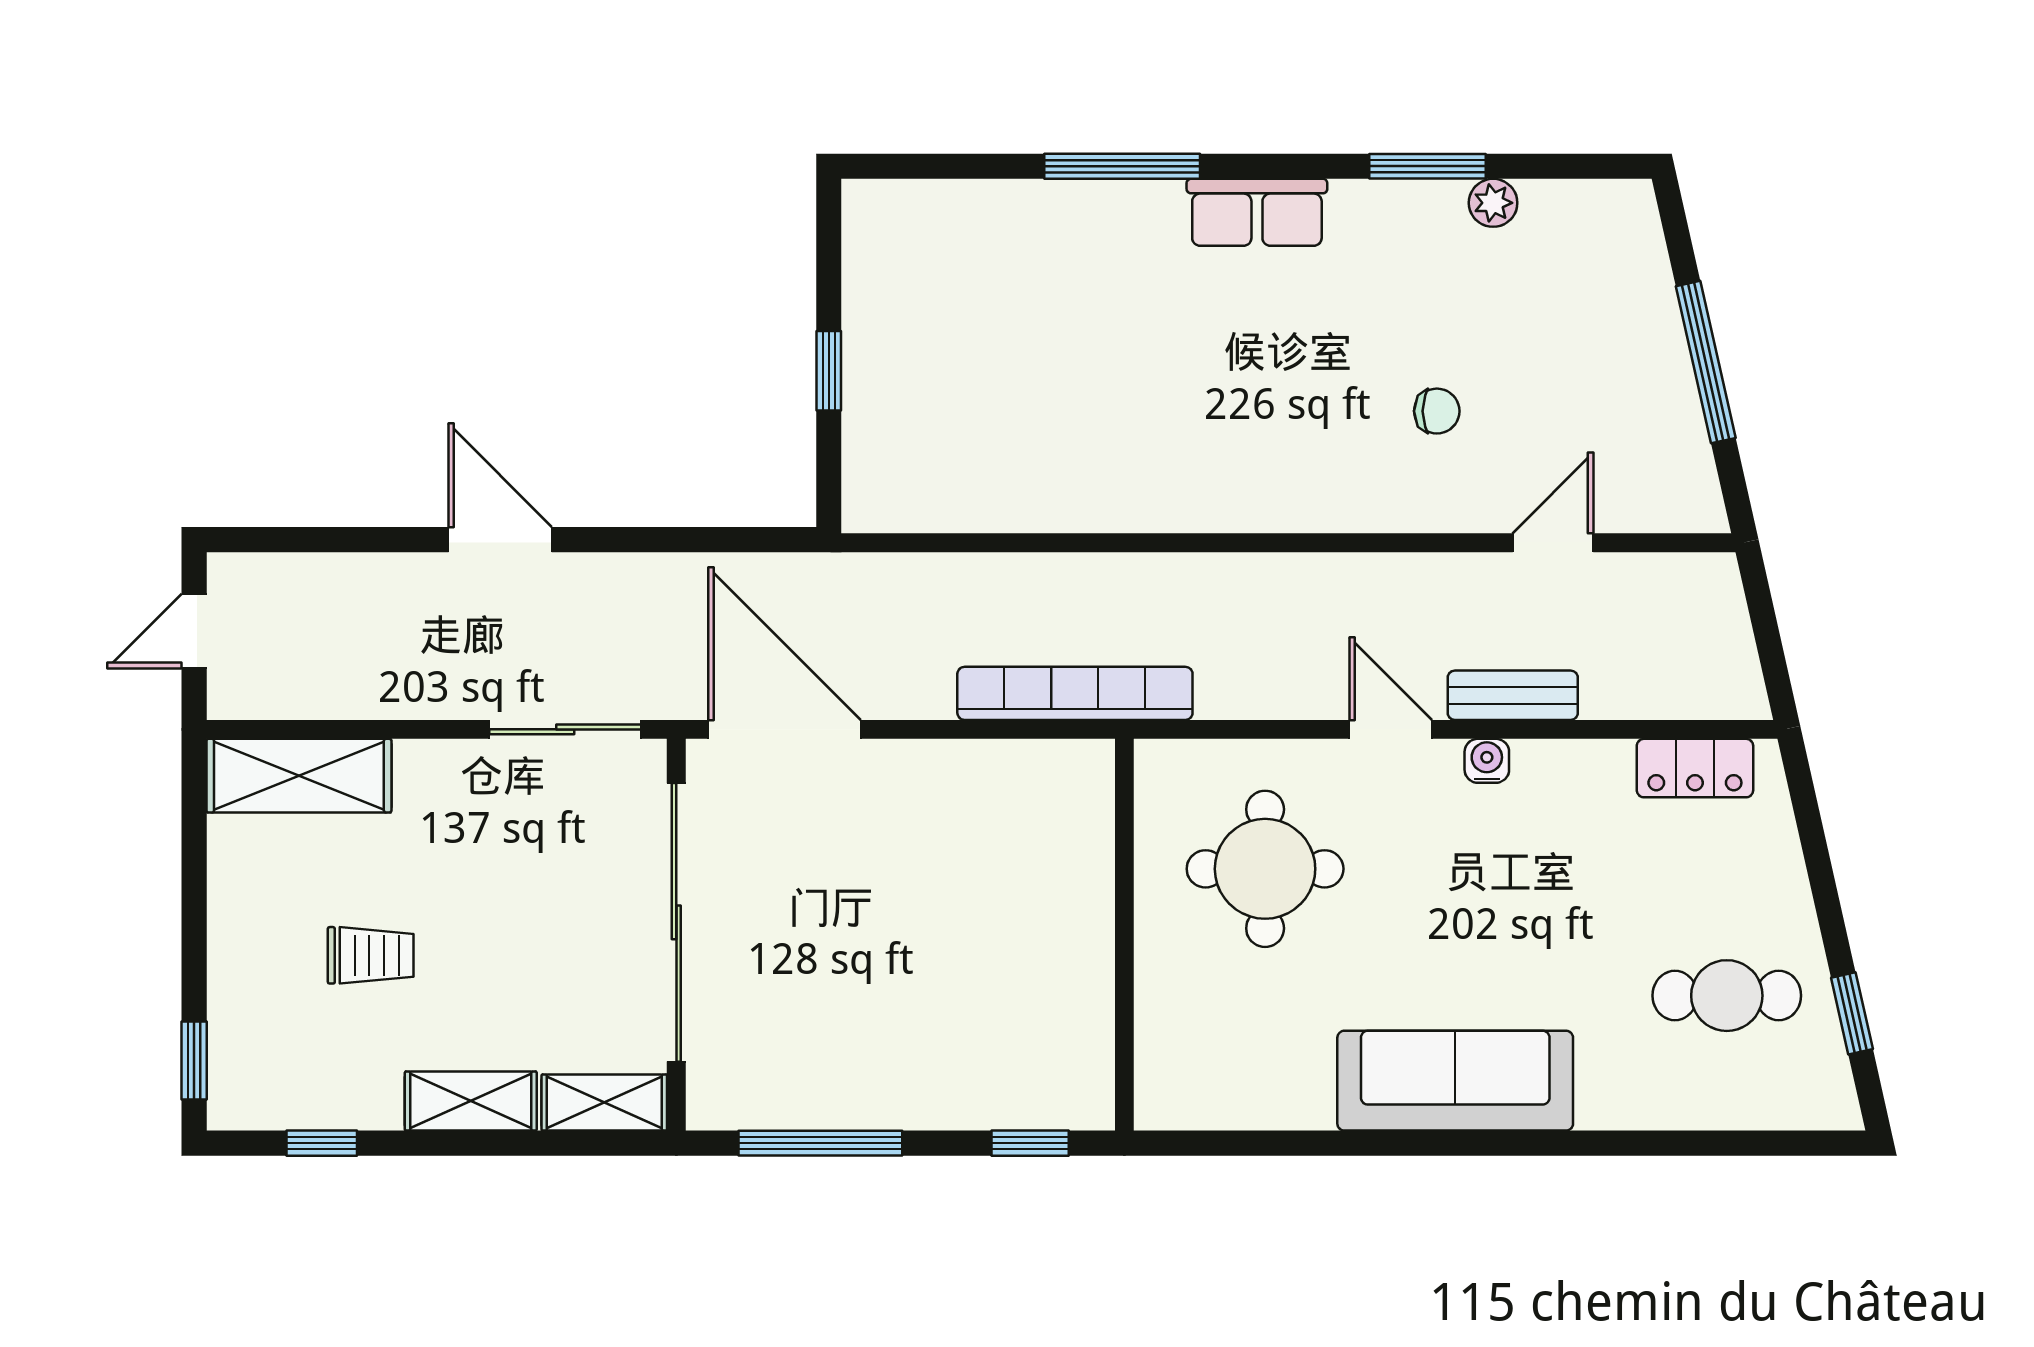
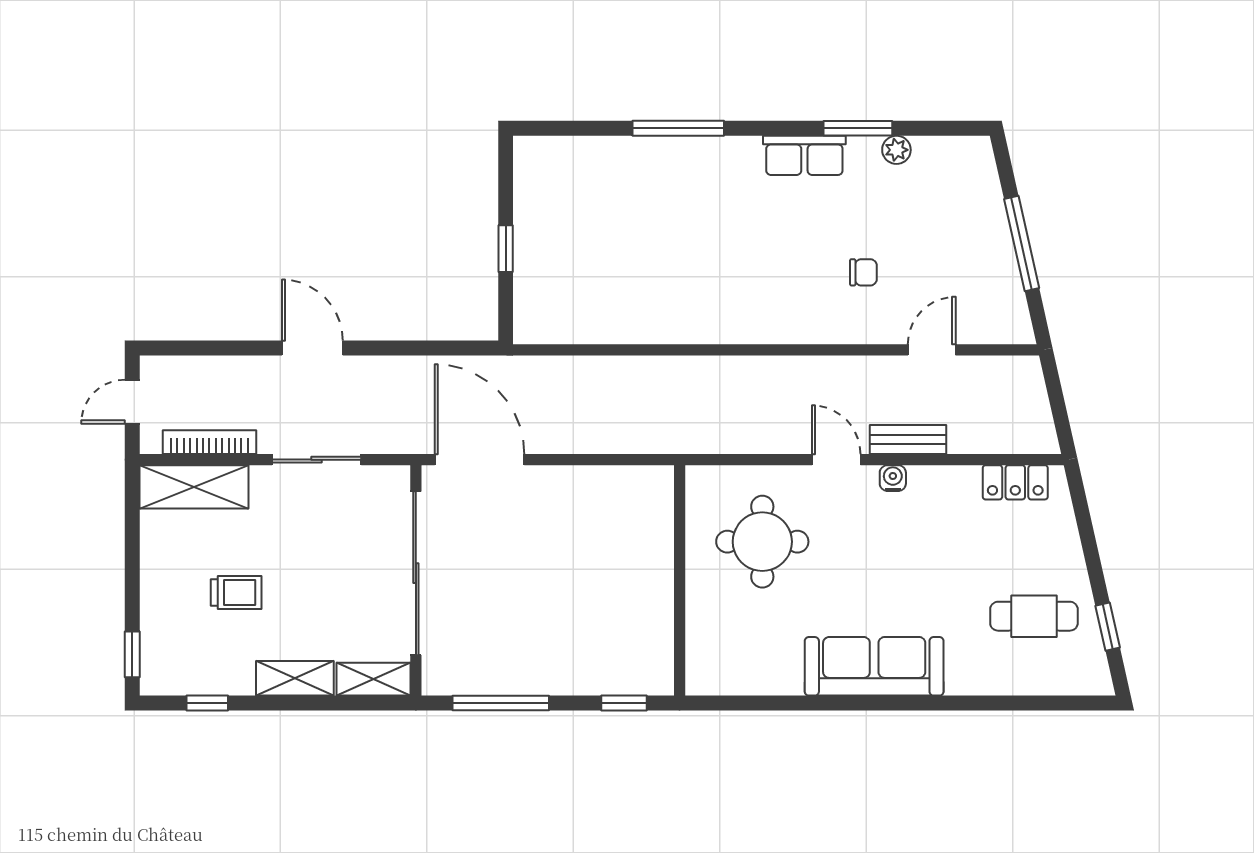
row of seats: (1257, 212) -> (804, 155), moved
bookcase: (1075, 693) -> (209, 442), moved, width x0.68, depth x0.76
sliding door: (565, 729) -> (317, 460), moved

